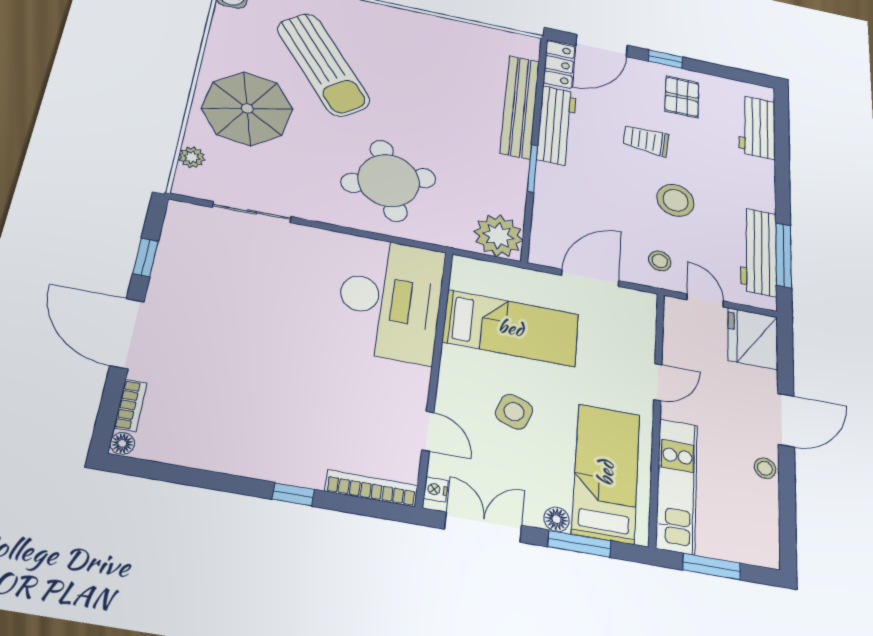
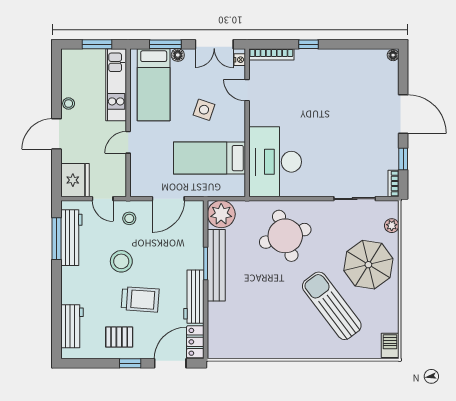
pallet: (682, 97) -> (119, 337), turned 90
bench: (520, 107) -> (216, 265), moved
trolley: (646, 140) -> (140, 299), width x1.36, depth x1.39
bookcase: (130, 405) -> (393, 183), moved

